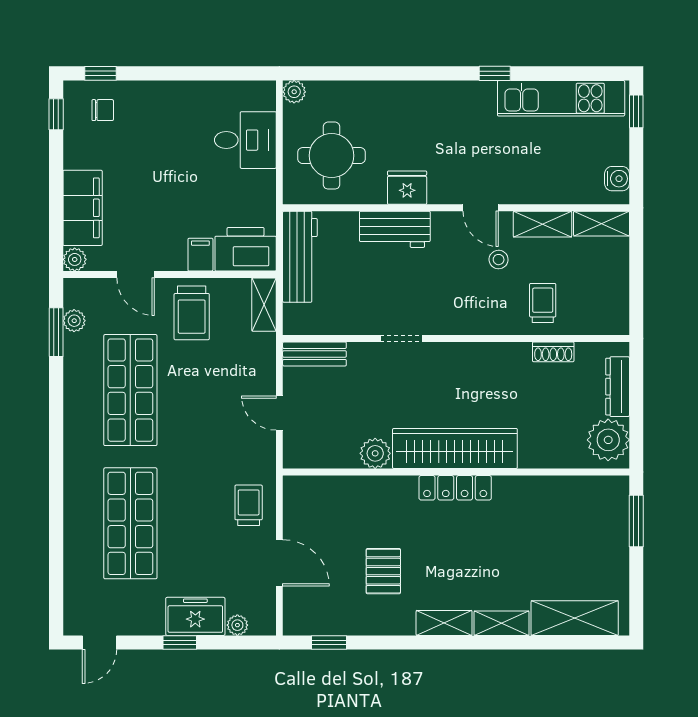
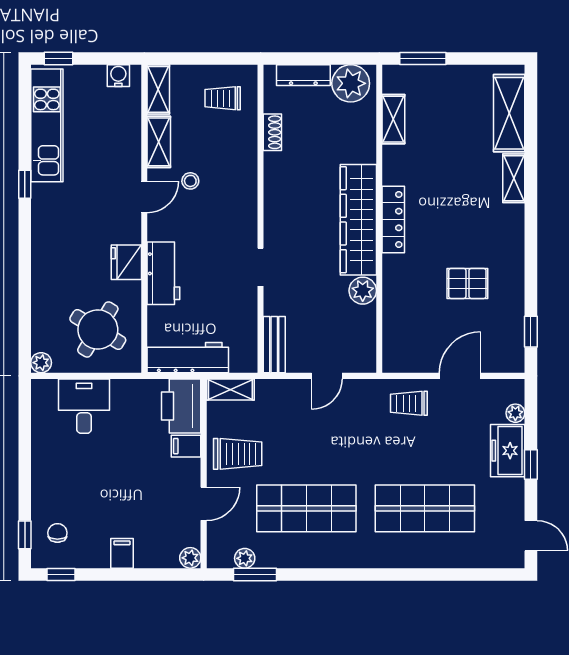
round table: (332, 156) -> (98, 329), turned 31
filing cabinet: (83, 208) -> (122, 553), width x0.33, depth x0.86
trolley: (543, 303) -> (223, 98), moved
shelving: (444, 623) -> (393, 119), moved

